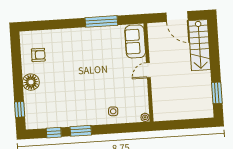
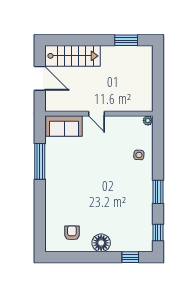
door: (177, 17) -> (40, 78), hinge flipped
window: (54, 133) -> (158, 232), moved

